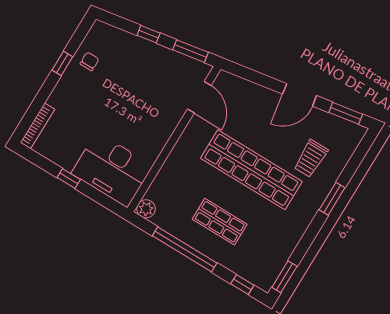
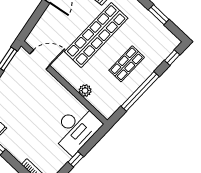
plant: (146, 209) -> (85, 91), moved
window: (284, 277) -> (159, 15), moved

